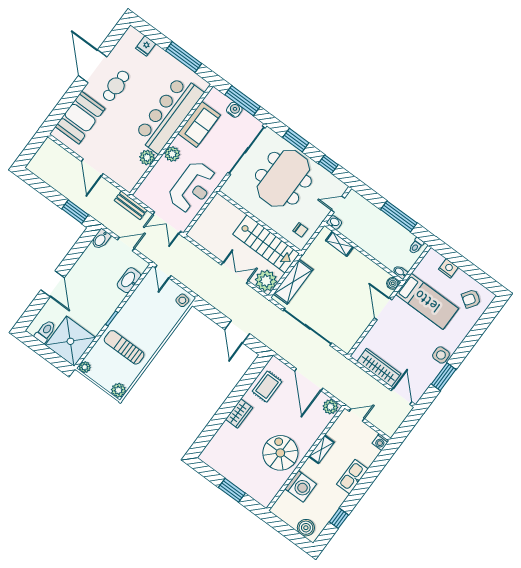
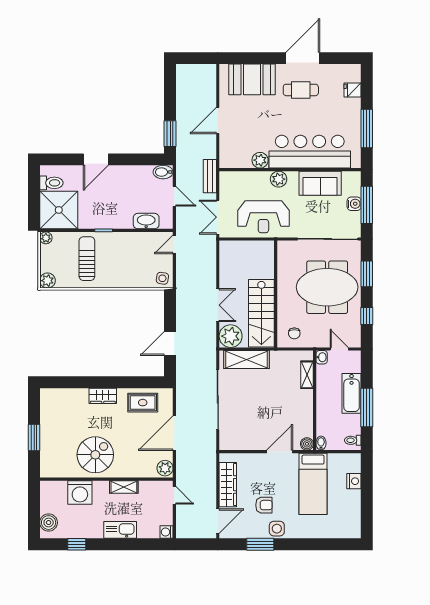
bathtub: (379, 220) -> (352, 393), added
armchair: (471, 299) -> (264, 505), moved, turned 146

